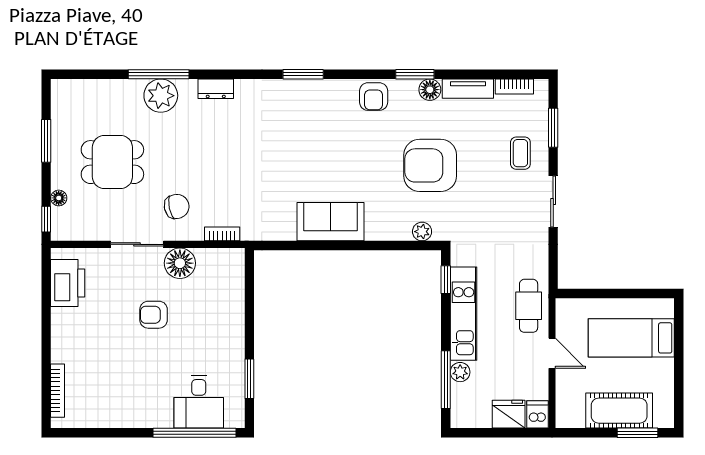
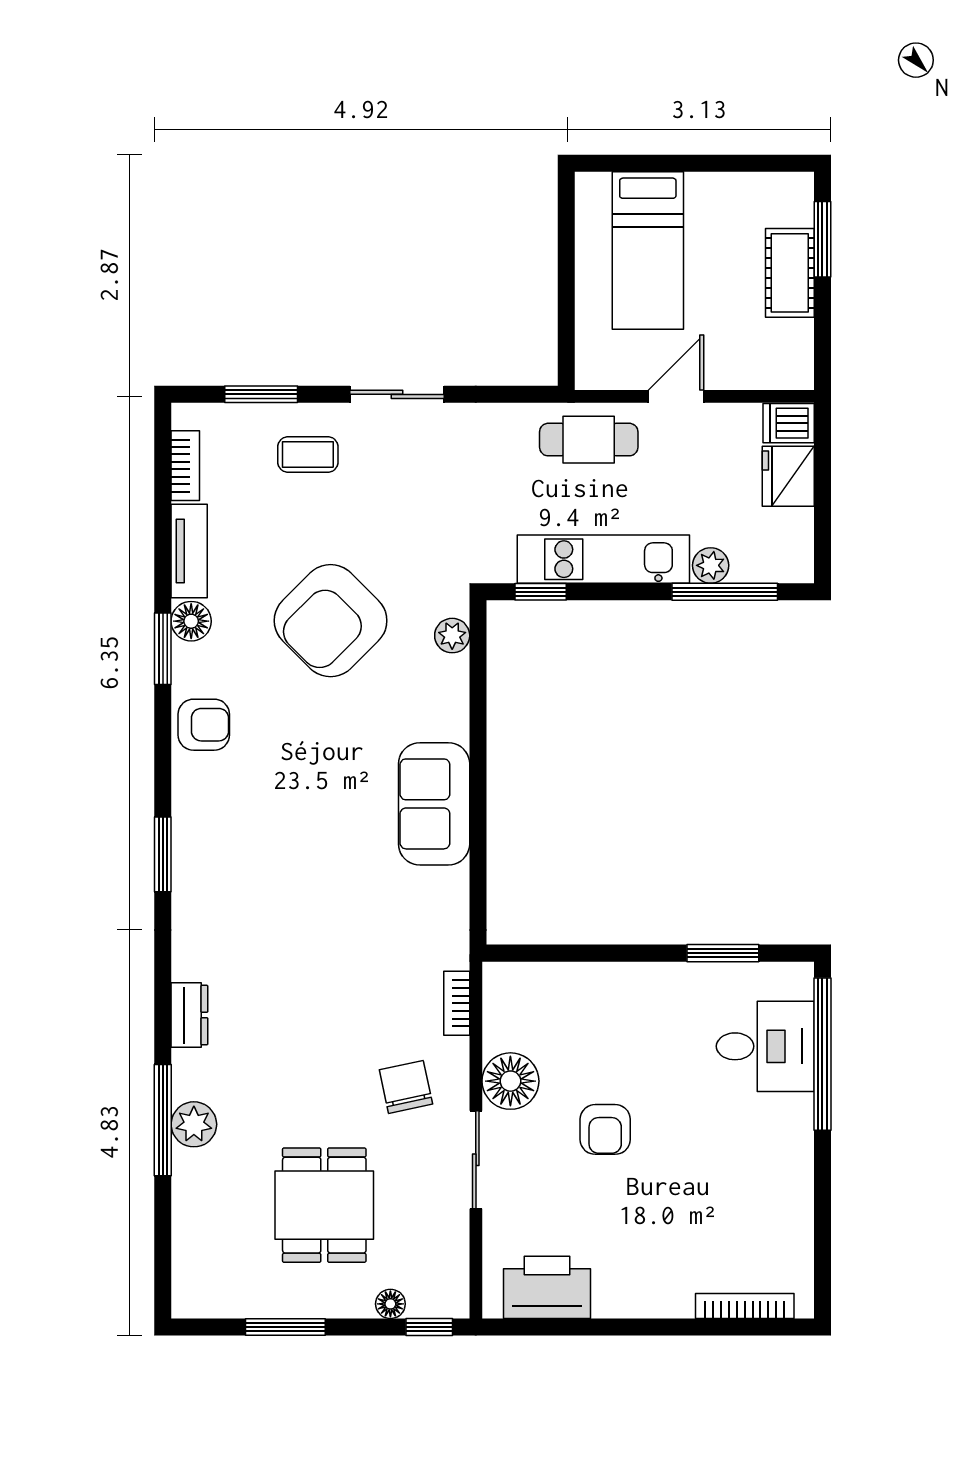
plant: (161, 96) -> (194, 1124), width x0.73, depth x0.73
armchair: (430, 165) -> (331, 621), turned 45
cot: (619, 411) -> (790, 273), width x0.73, depth x0.75

